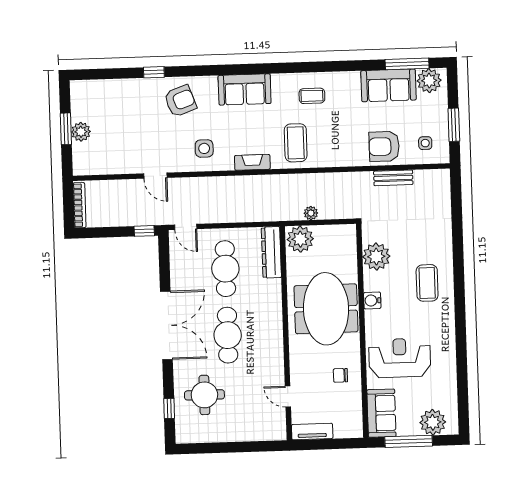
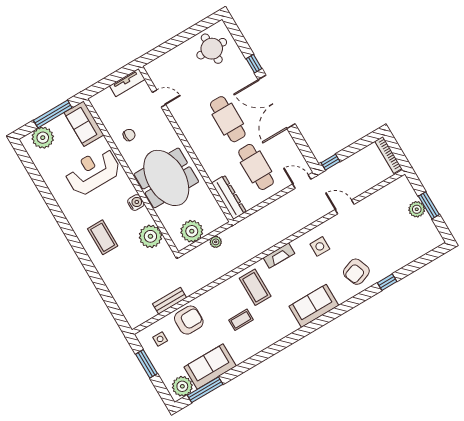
coffee table: (312, 96) -> (241, 320), moved
plant: (300, 239) -> (192, 231), moved
reception desk: (400, 358) -> (93, 171), turned 180
round table: (204, 395) -> (212, 49), moved
window: (169, 408) -> (254, 64), moved

